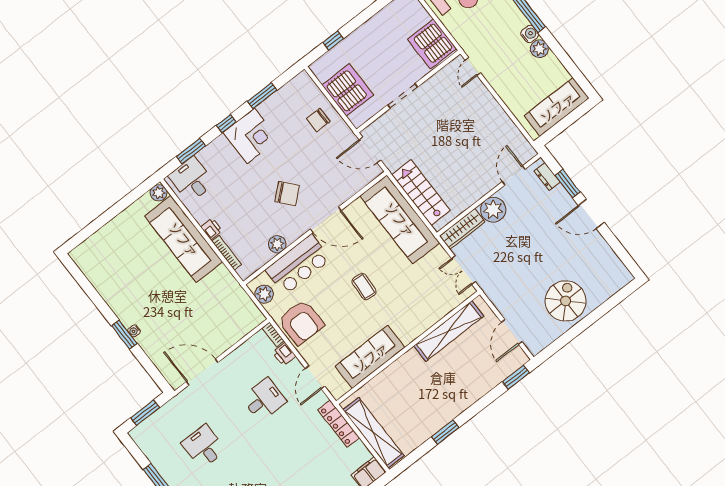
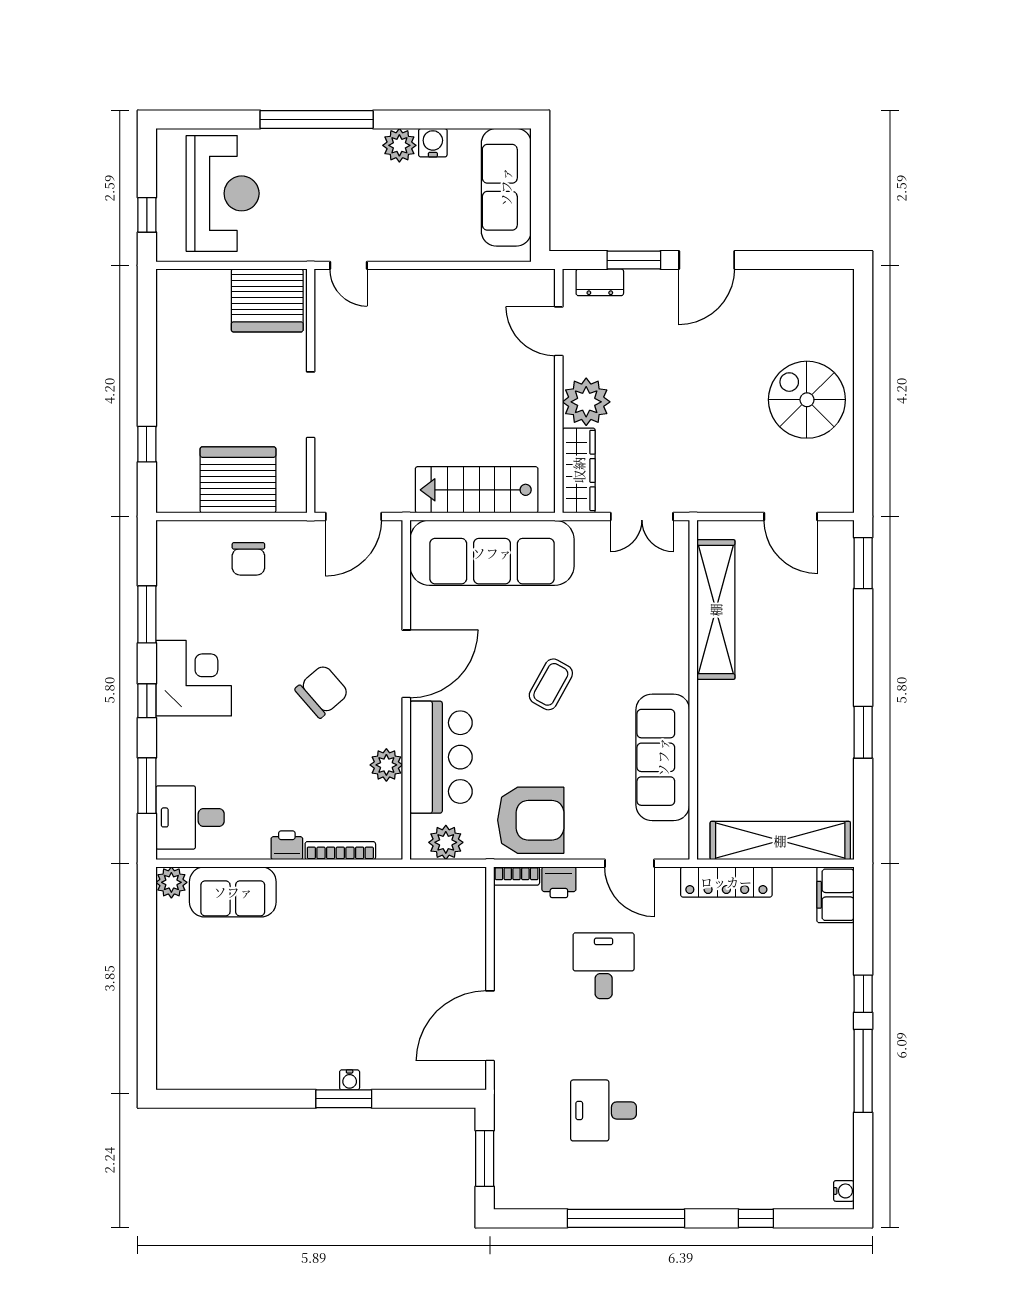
water cooler: (530, 34) -> (433, 143), moved
sofa: (184, 239) -> (233, 892), width x0.54, depth x0.79
coffee table: (364, 287) -> (551, 684), turned -65

